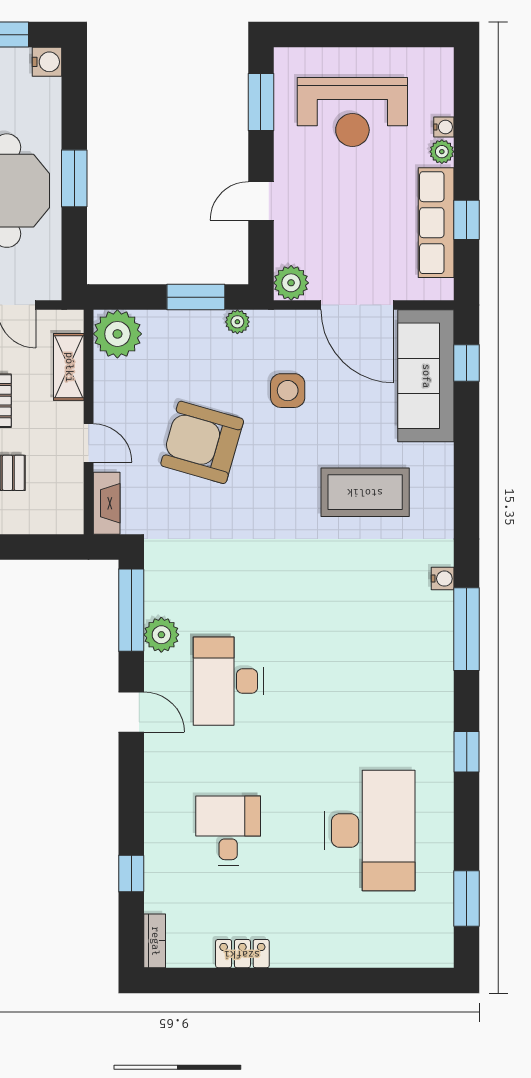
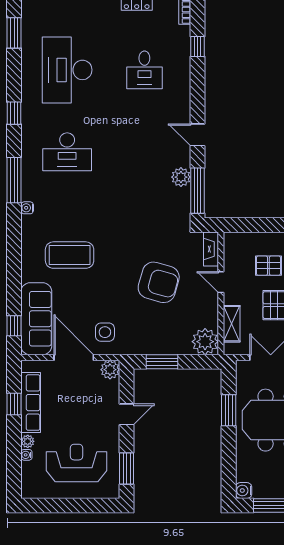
window: (74, 178) -> (229, 410), moved
plant: (237, 322) -> (139, 348), removed
side table: (288, 391) -> (105, 332), moved
desk: (228, 681) -> (67, 152), moved, turned 90

